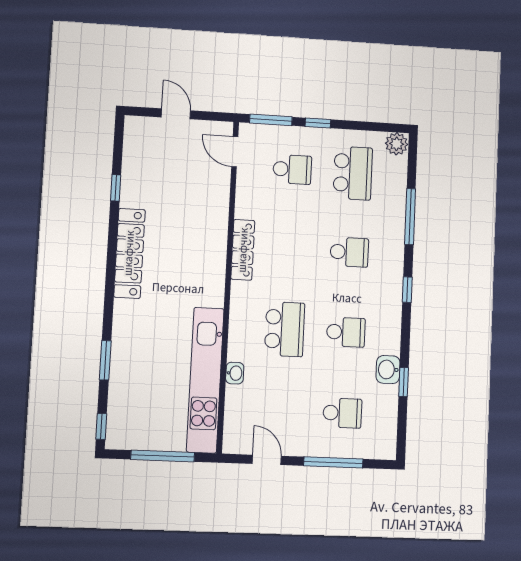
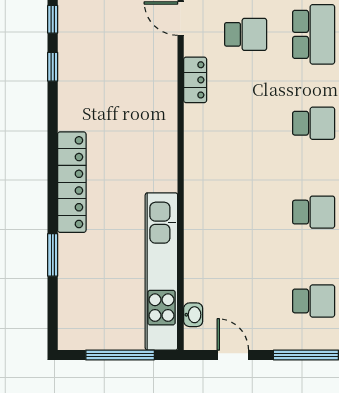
locker: (243, 250) -> (195, 80), moved, width x0.66
locker: (129, 253) -> (72, 182), moved
school desk: (285, 329) -> (246, 212), removed
washbasin: (235, 373) -> (193, 315), moved
window: (101, 426) -> (53, 19), moved

